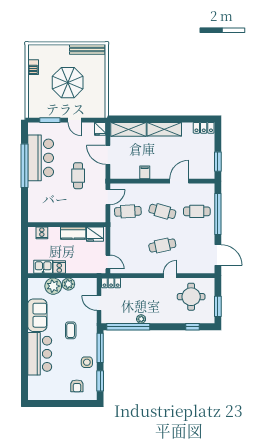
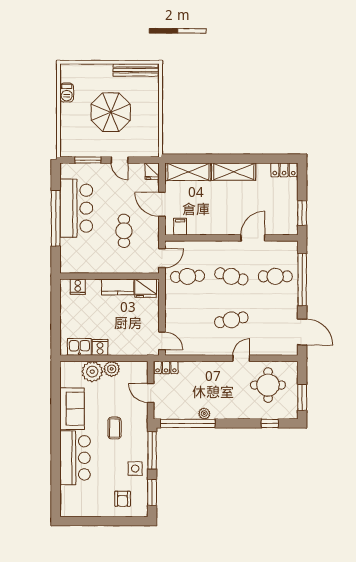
filing cabinet: (145, 172) -> (180, 227), moved
wall: (67, 225) -> (110, 276), moved
cooker: (42, 233) -> (78, 287), moved
kitchen counter: (73, 233) -> (118, 287), moved
fridge: (95, 234) -> (146, 288), moved

